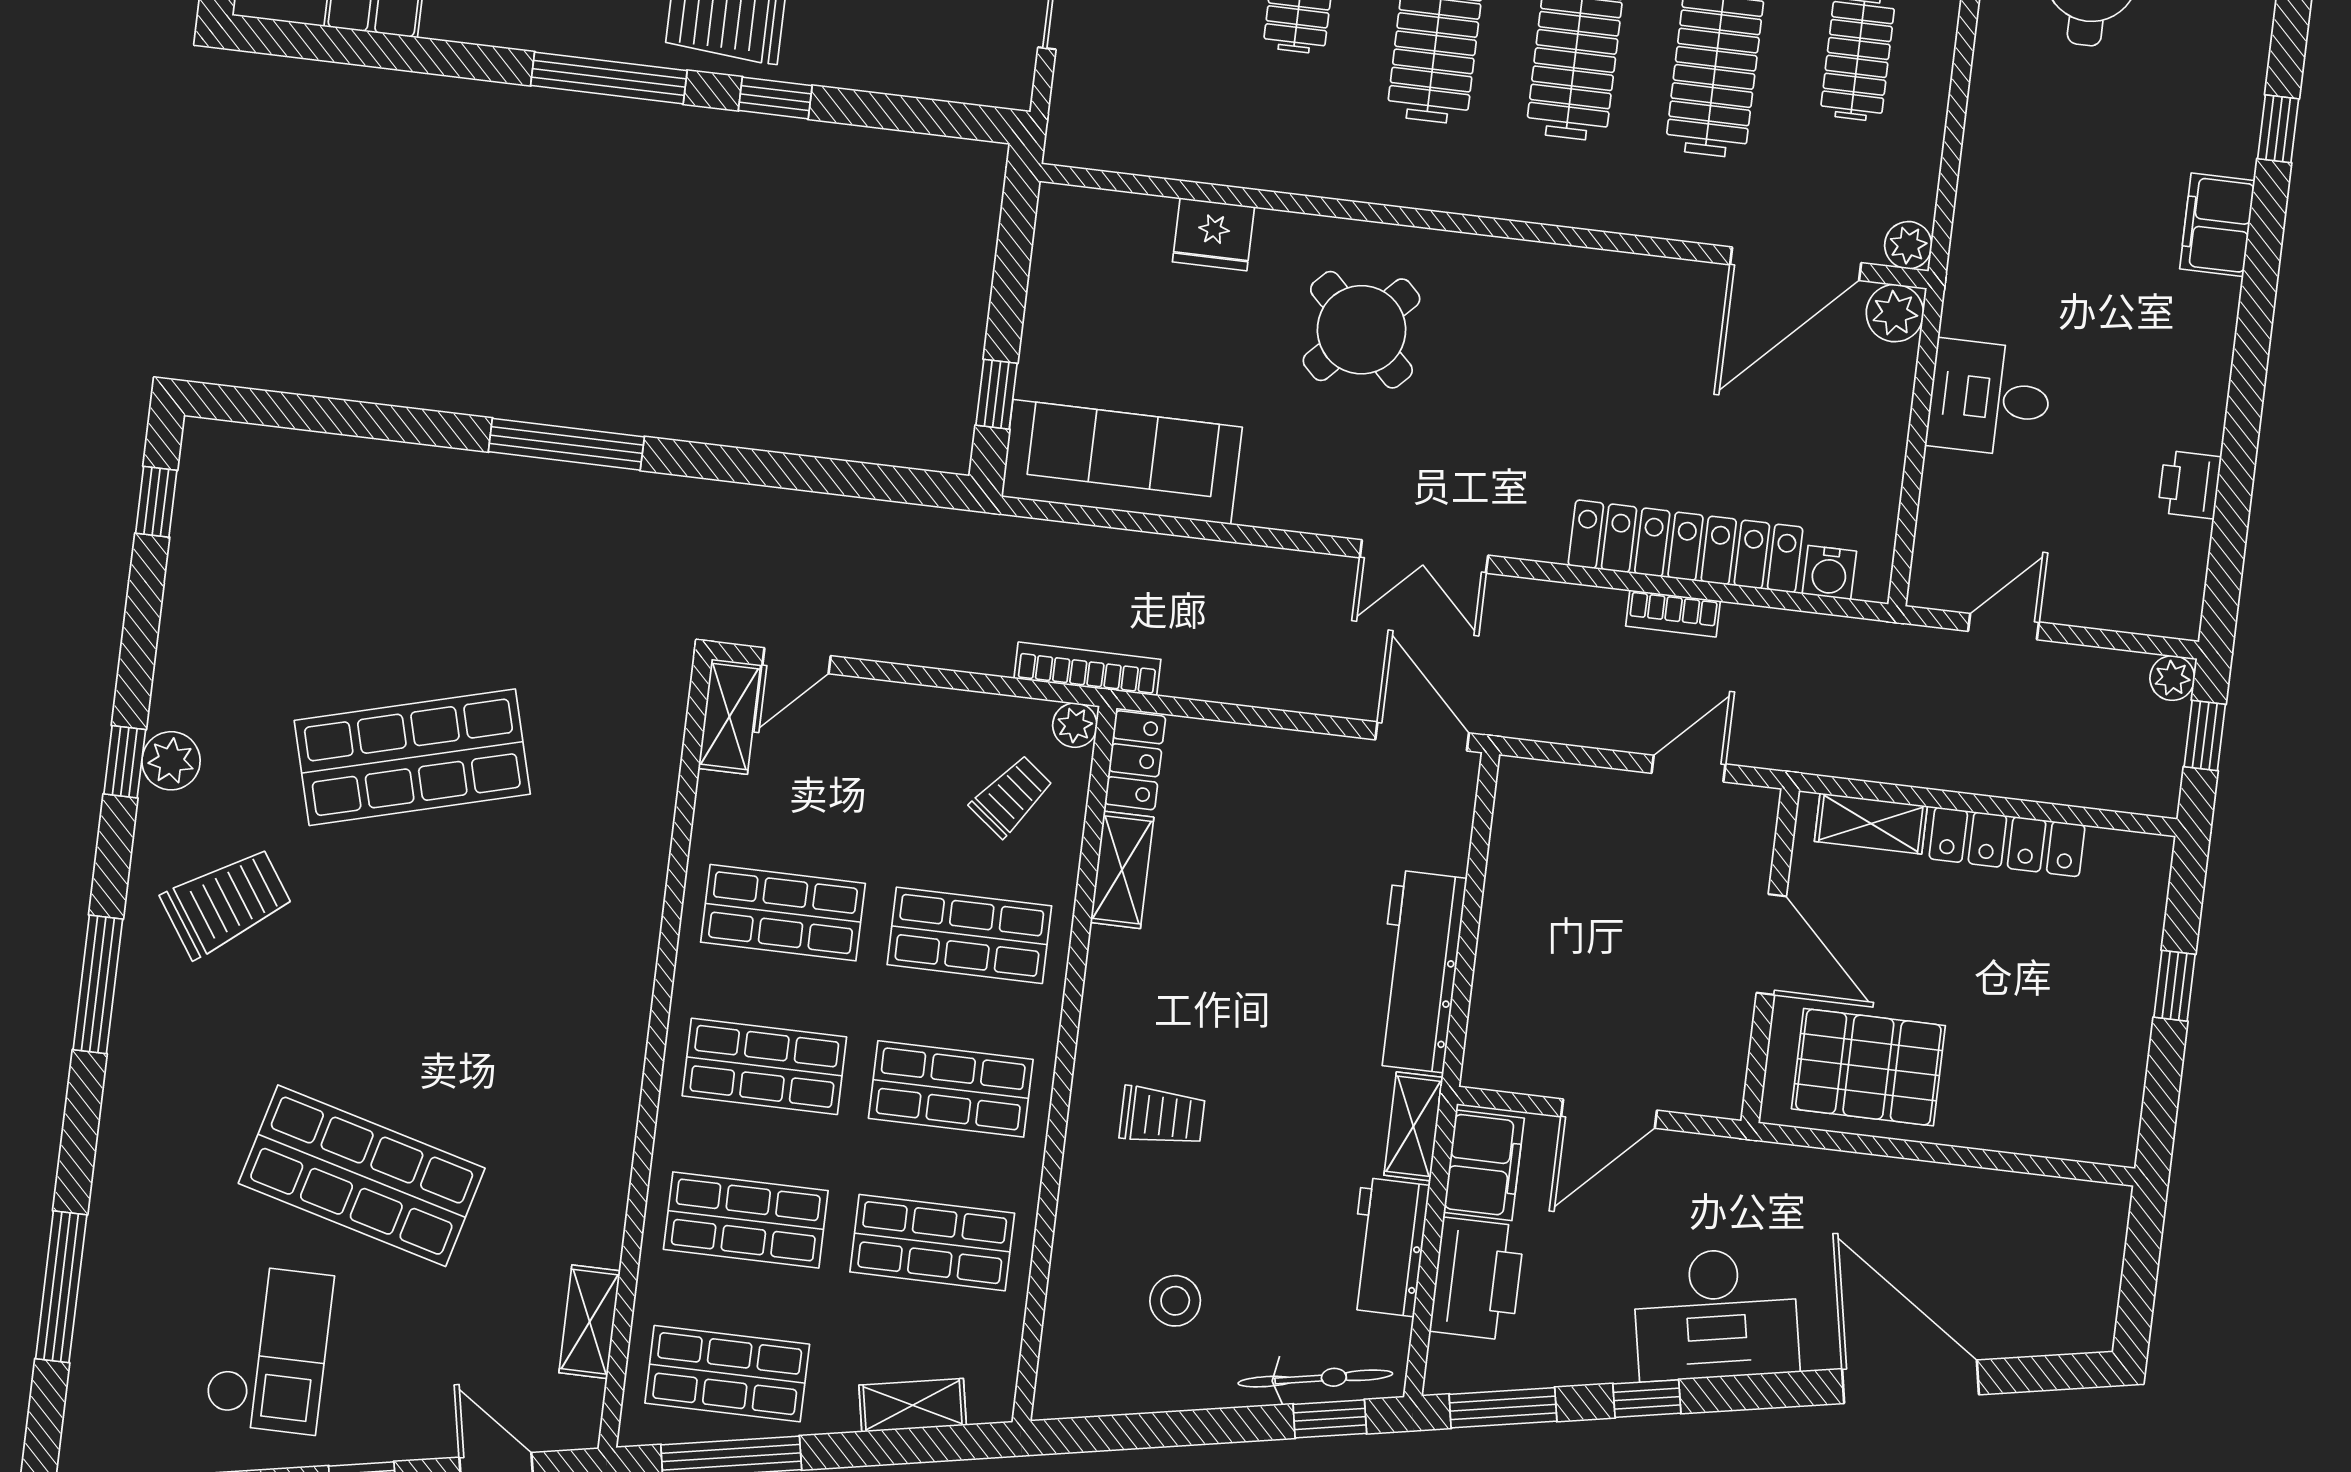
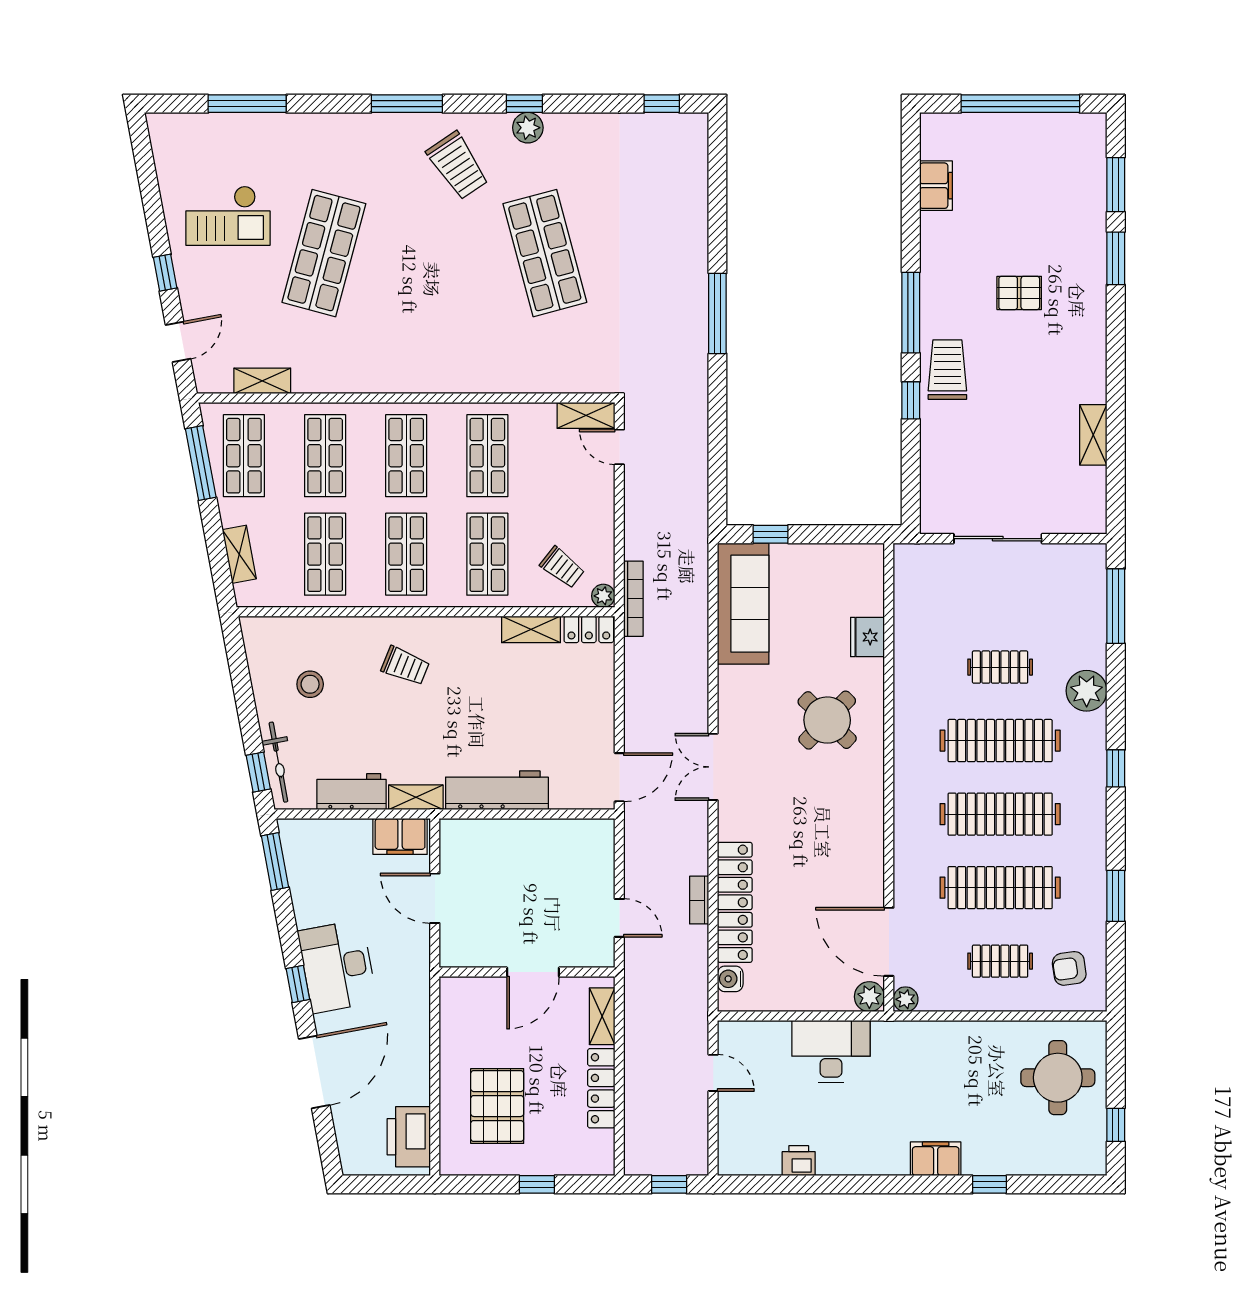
desk: (1990, 398) -> (831, 1051), width x1.37
plant: (2172, 678) -> (697, 1164), removed
pallet: (1868, 1067) -> (497, 1106), moved
trolley: (1162, 1116) -> (405, 666), turned -68
printer: (1477, 1279) -> (409, 1137), moved, turned 90
window: (1647, 1399) -> (298, 984), moved

